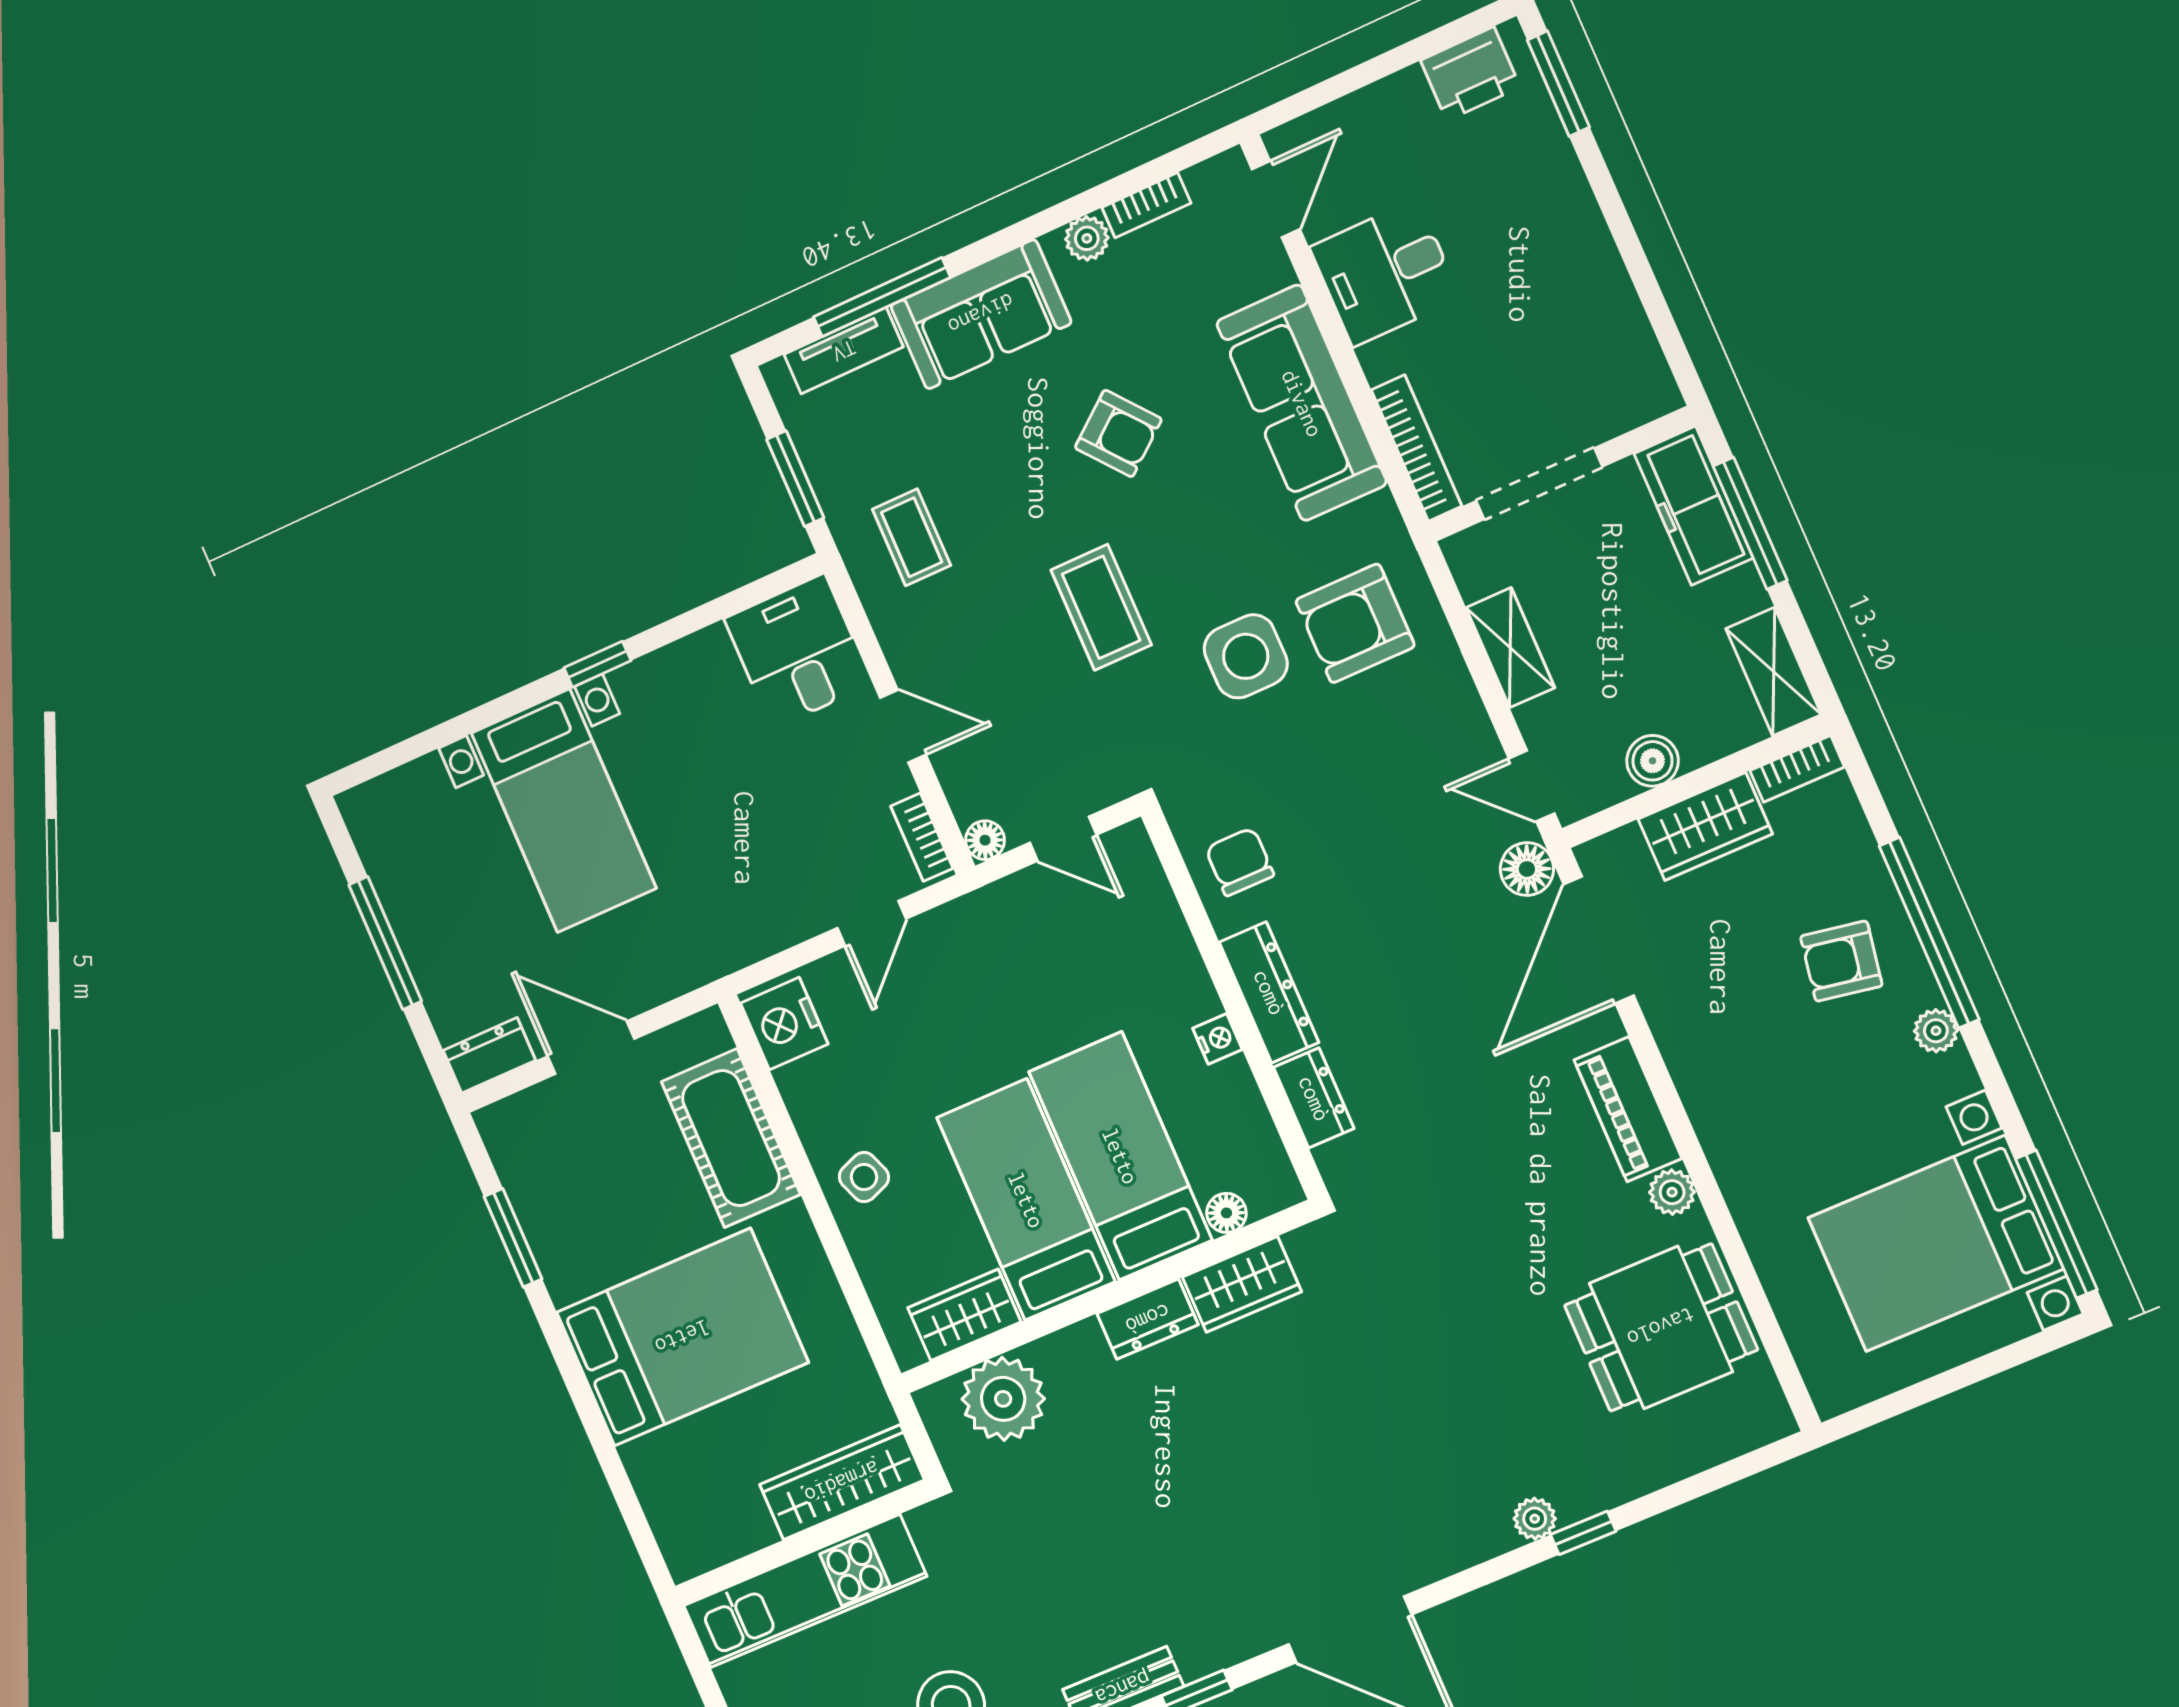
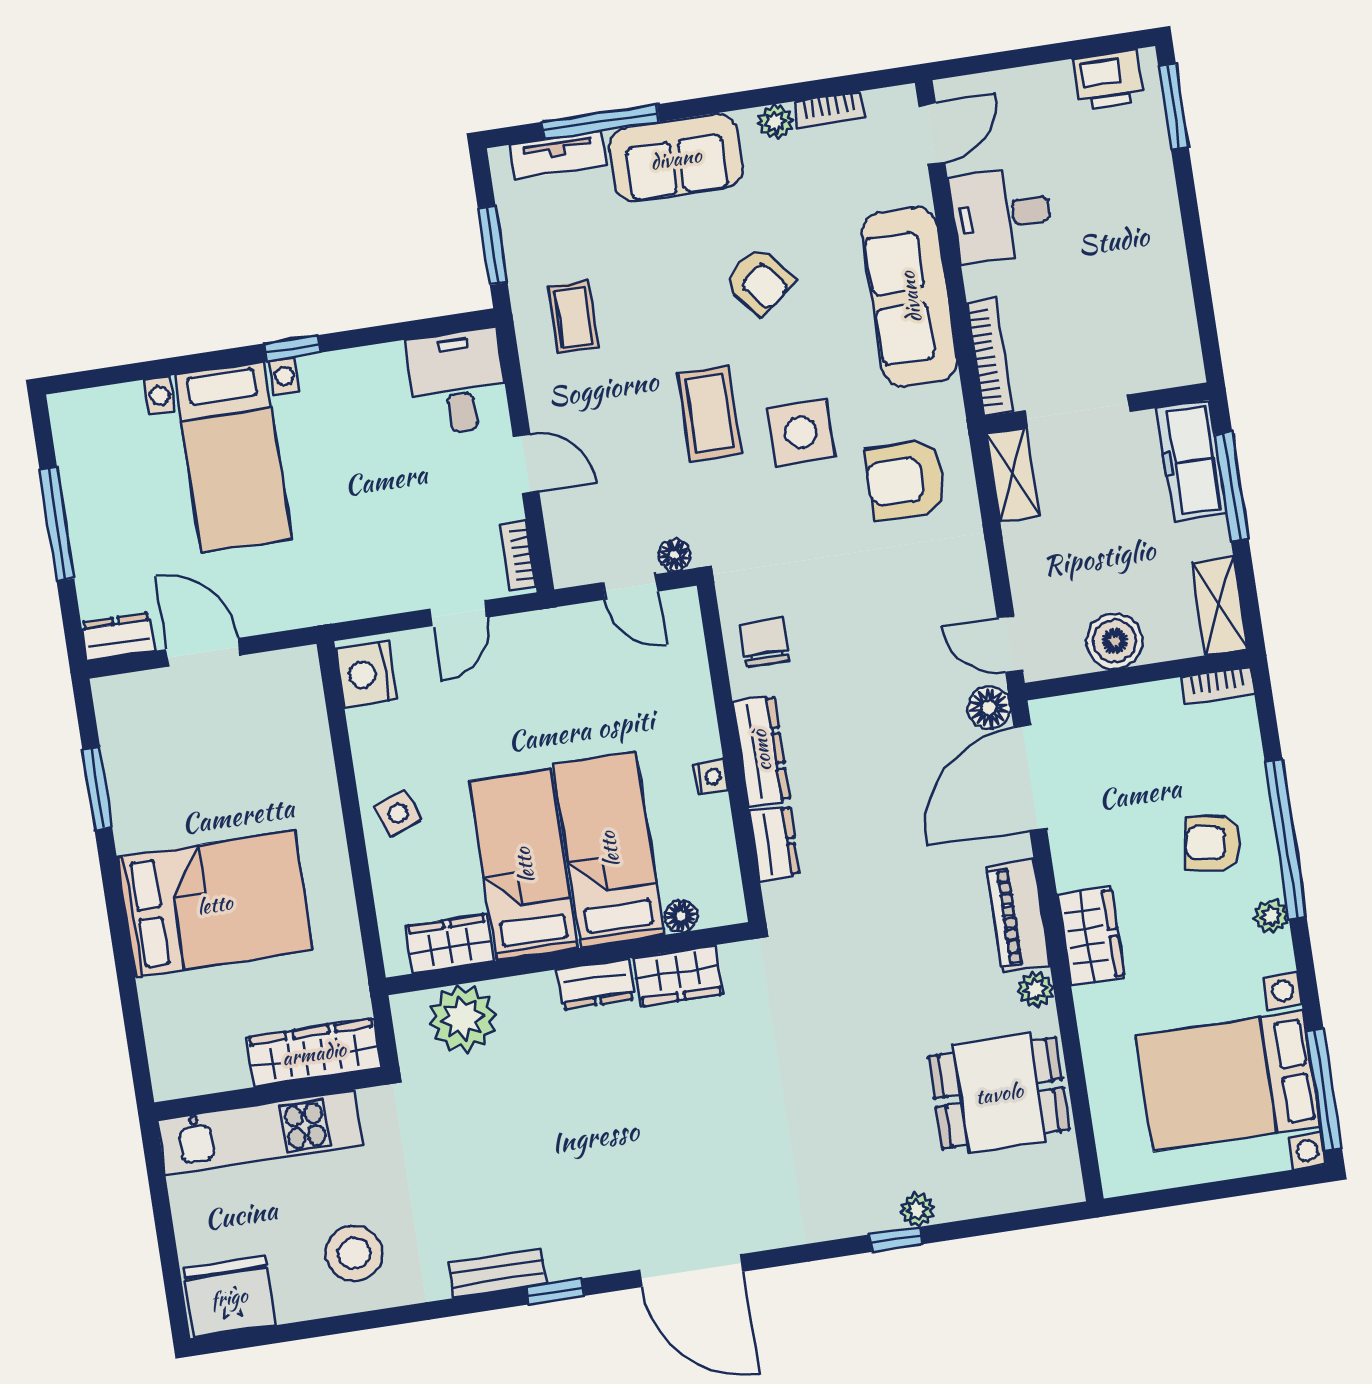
shelving: (1510, 648) -> (1013, 474), moved
side table: (1246, 656) -> (801, 432), moved
boiler: (1652, 761) -> (1115, 641), width x1.36, depth x1.36
wardrobe: (1705, 827) -> (1091, 936), moved, turned -90
floor lamp: (985, 840) -> (674, 555), moved
cot: (731, 1138) -> (298, 754), removed
plant: (1535, 1519) -> (917, 1210), moved

